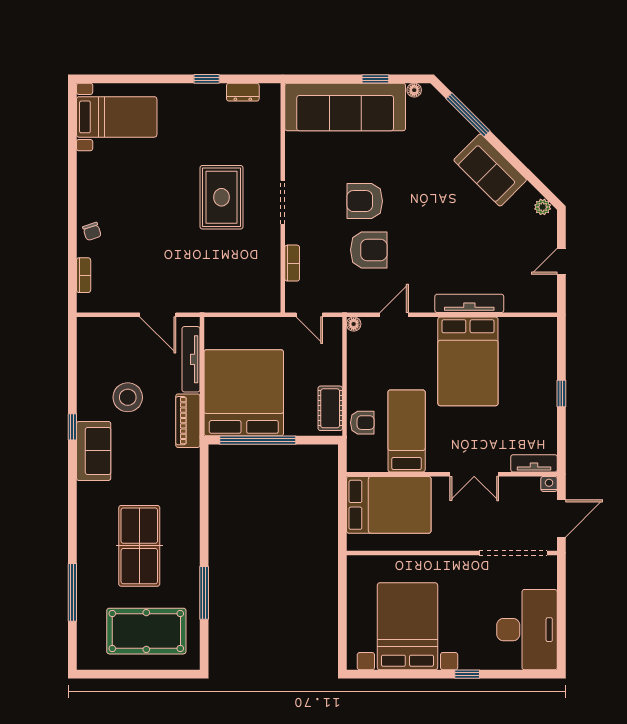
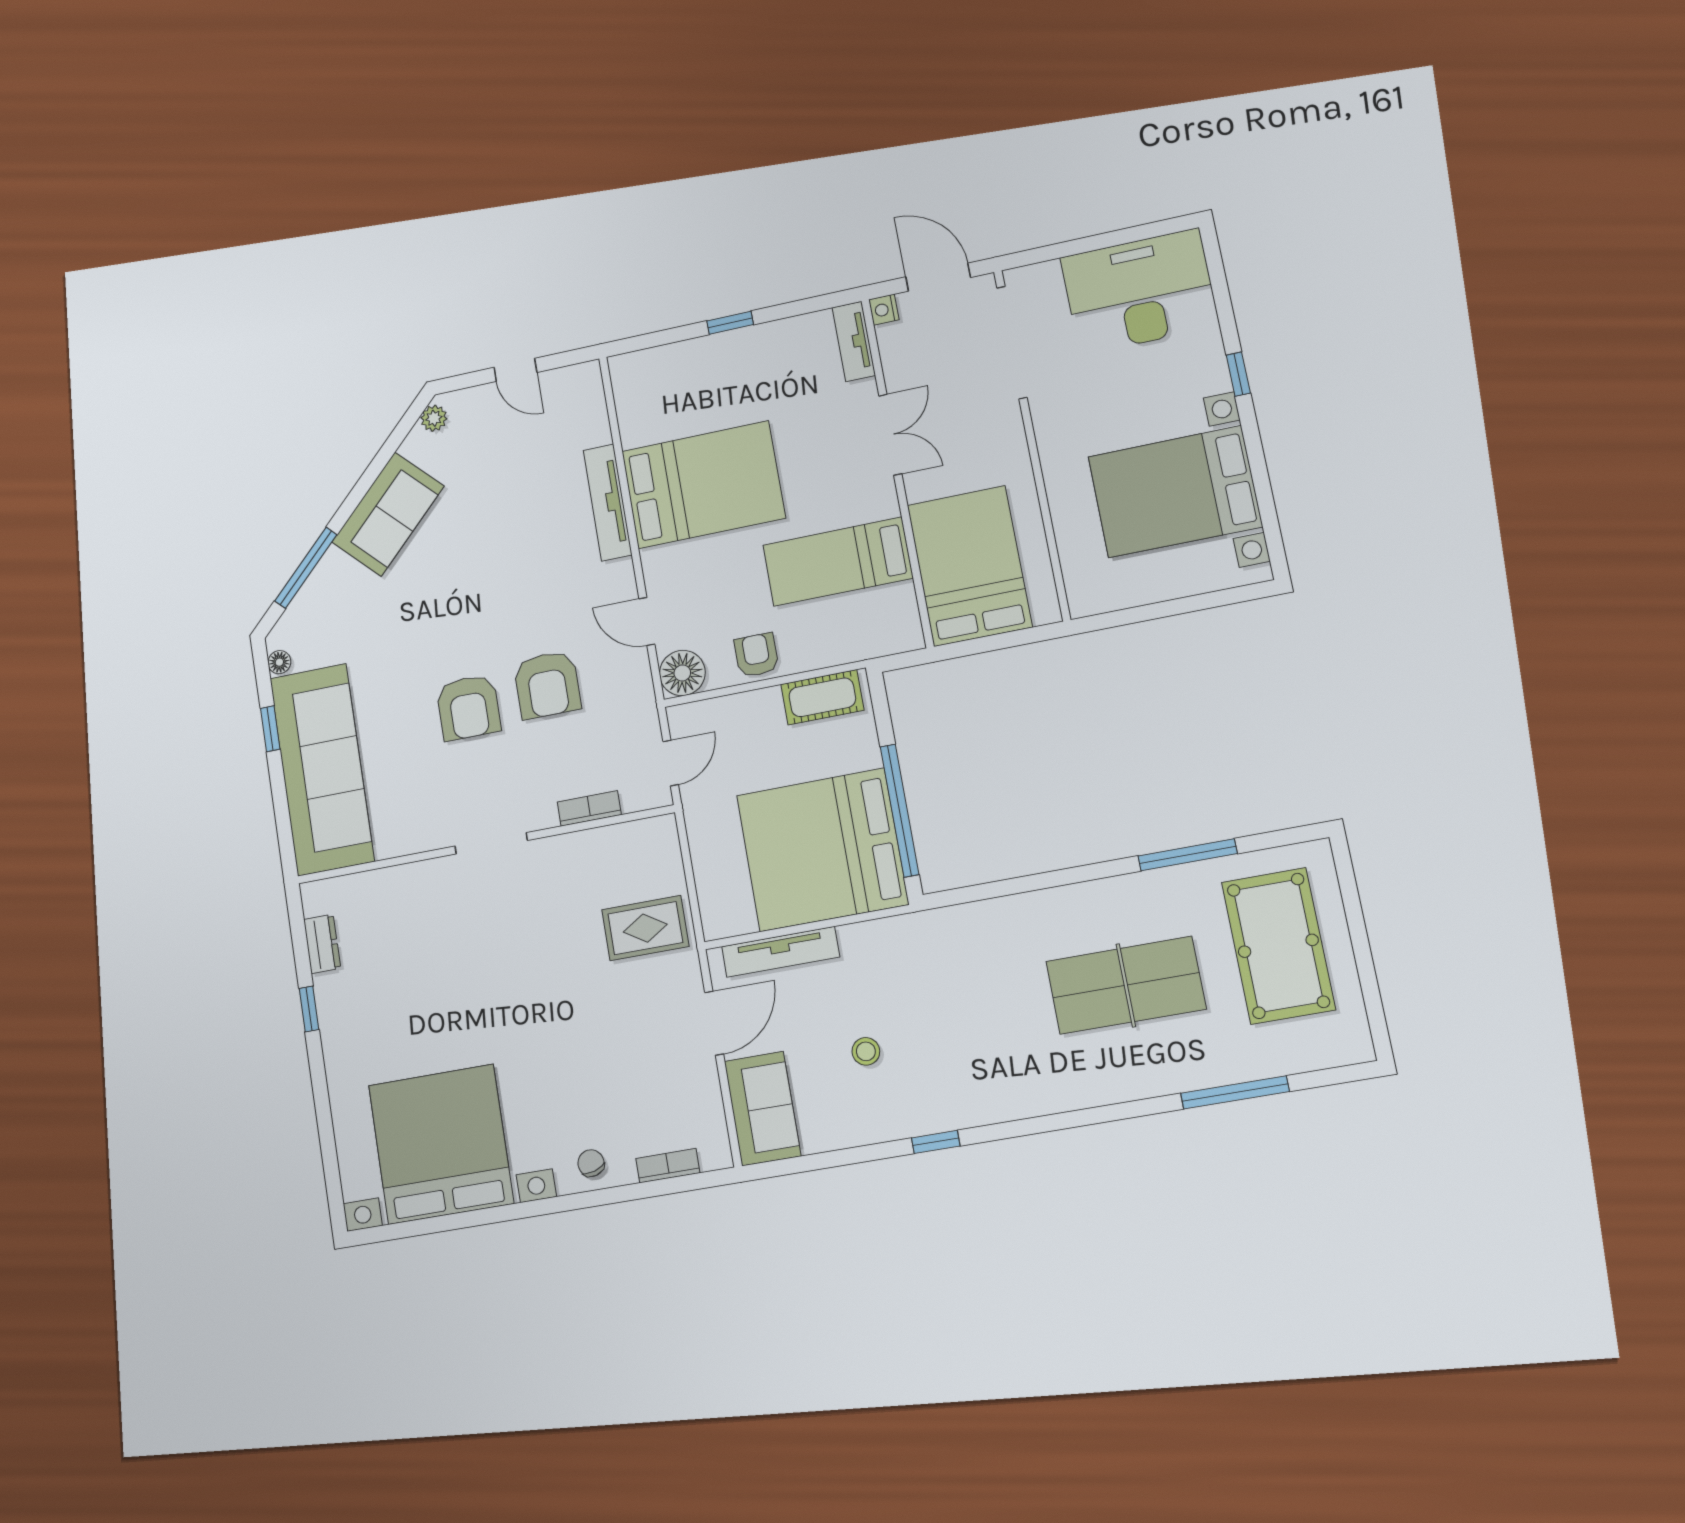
bed with nightstands: (117, 117) -> (441, 1144), width x1.85
rug: (221, 197) -> (645, 928), moved, width x0.73, depth x0.70
chair: (92, 231) -> (591, 1163), turned -88
armchair: (369, 250) -> (547, 685), turned 180
floor lamp: (354, 324) -> (682, 673), width x1.89, depth x1.89
stool: (128, 397) -> (866, 1051), width x0.53, depth x0.53
piano: (188, 421) -> (888, 938), removed
armchair: (362, 423) -> (756, 655), moved
sofa: (94, 451) -> (763, 1109), moved, turned 90

